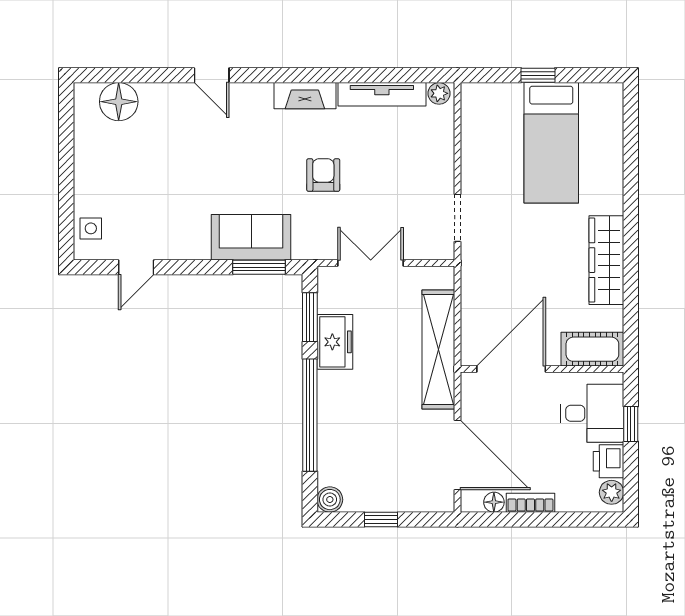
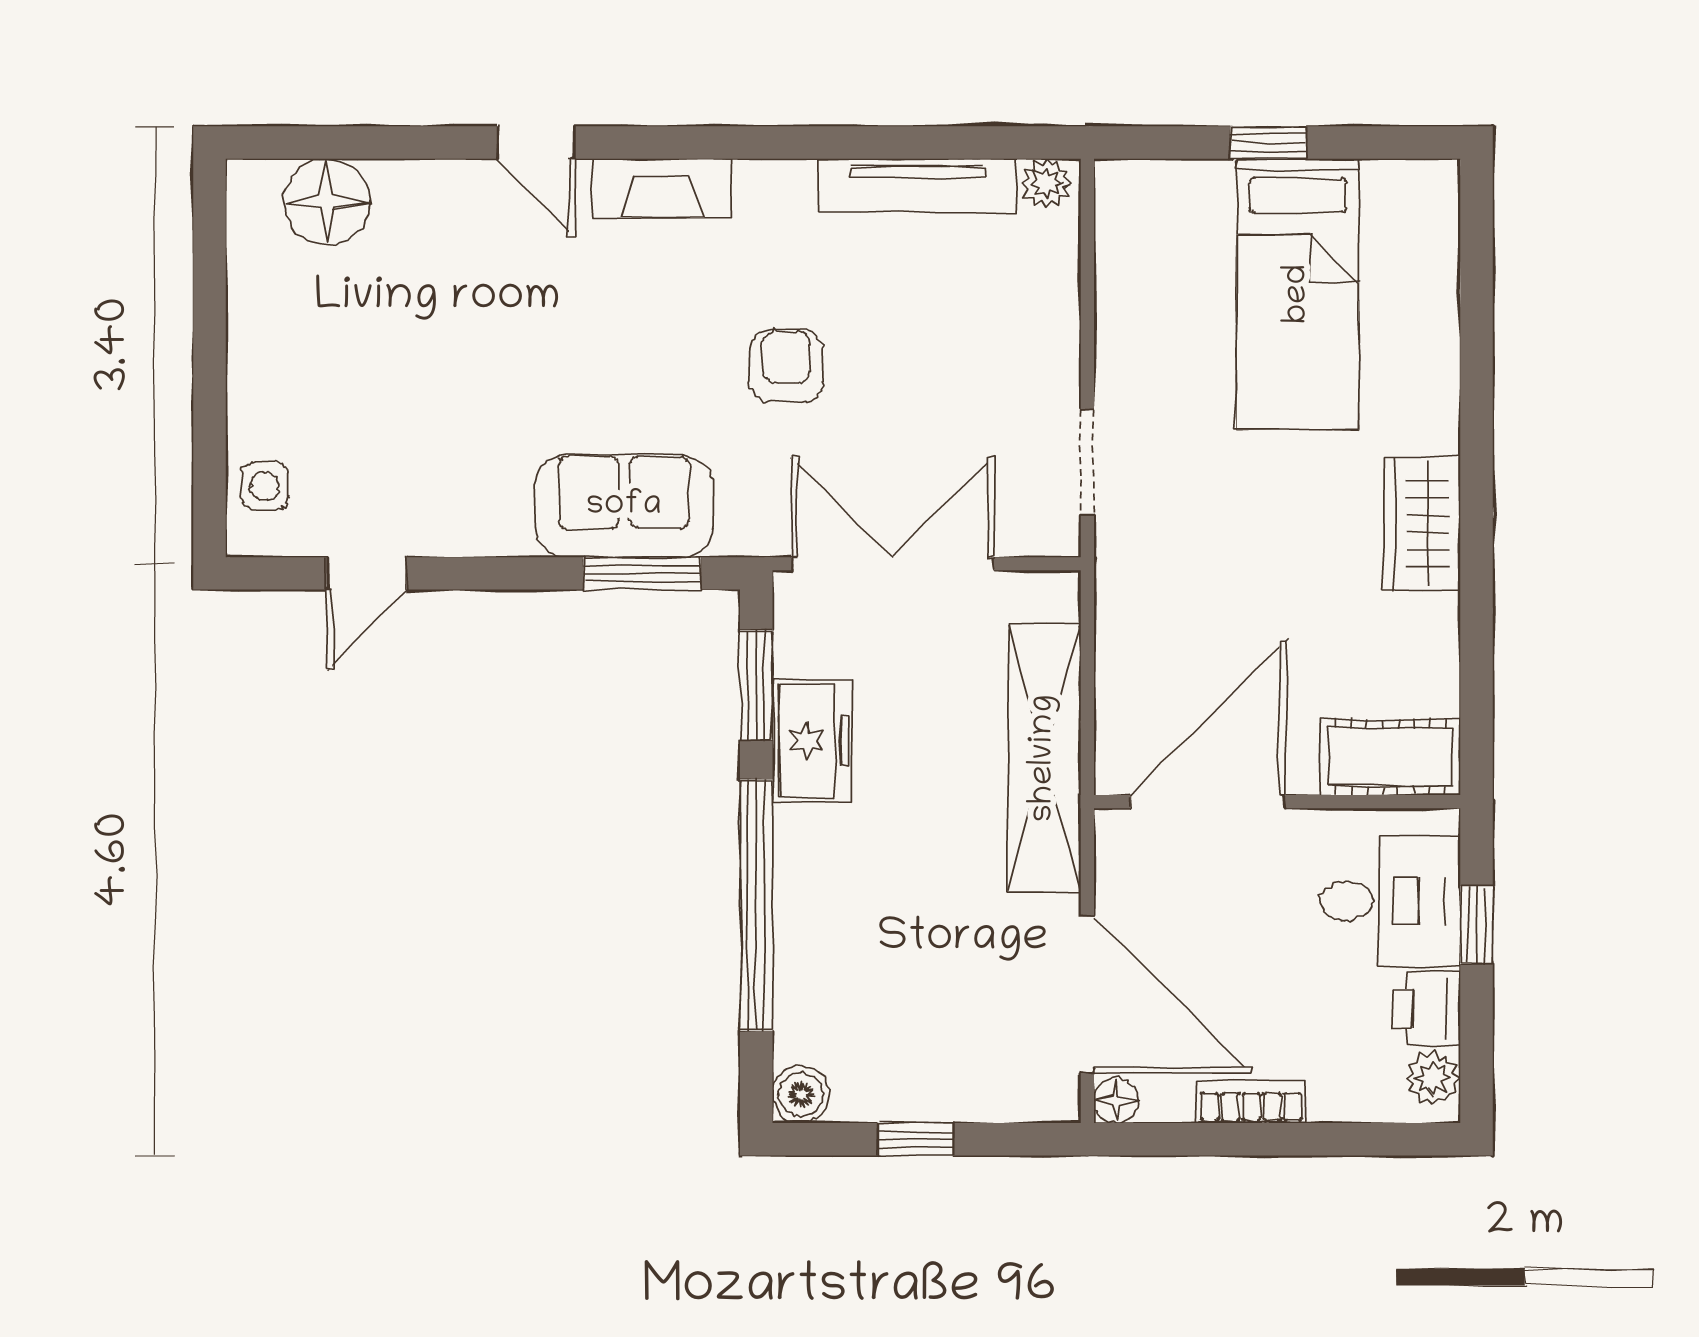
fireplace: (305, 96) -> (663, 188), moved
wardrobe: (606, 260) -> (1422, 524), width x0.67
double door: (371, 263) -> (893, 564), width x1.37
floor lamp: (494, 502) -> (1116, 1101), moved

